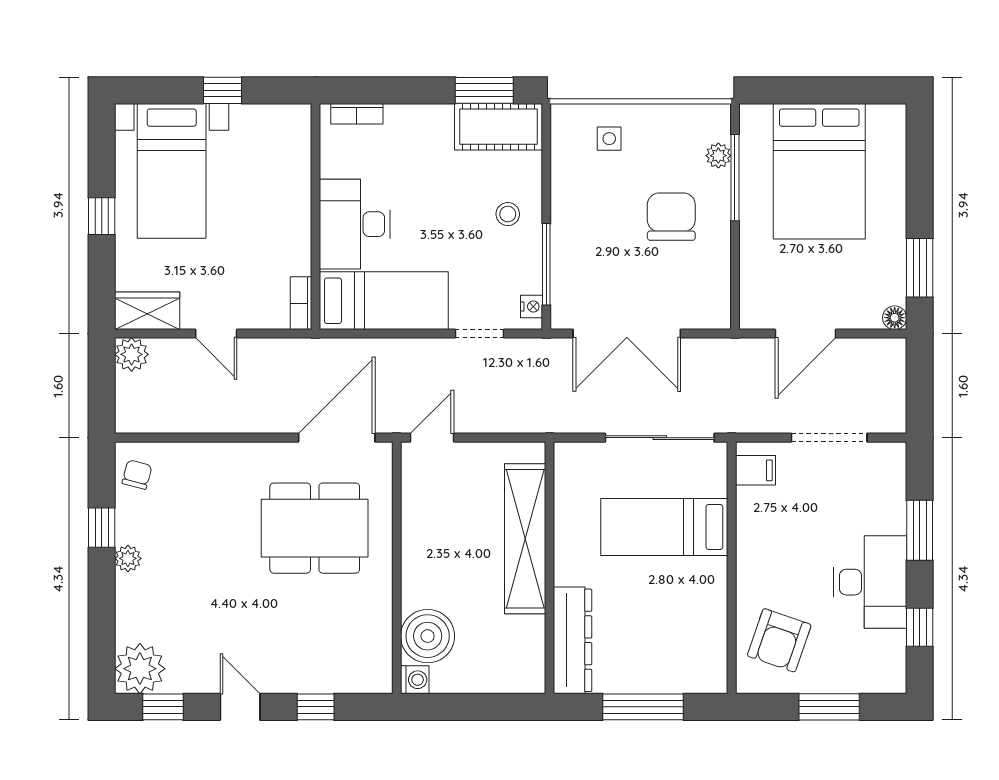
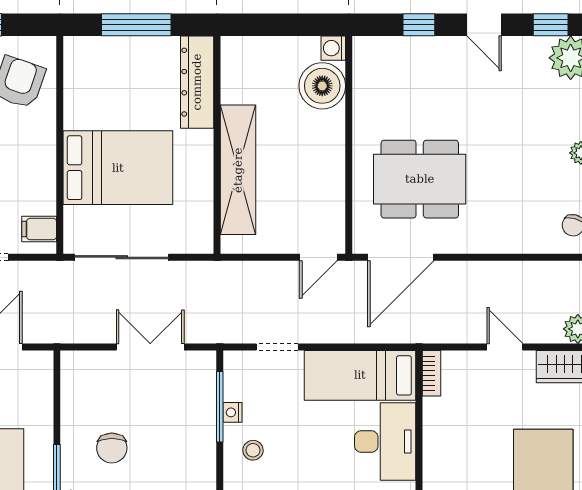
chair: (671, 217) -> (112, 448), width x0.73, depth x0.73
nightstand: (532, 306) -> (232, 412), moved
double door: (627, 334) -> (150, 347), width x0.73
bed: (664, 527) -> (118, 168), width x1.50

